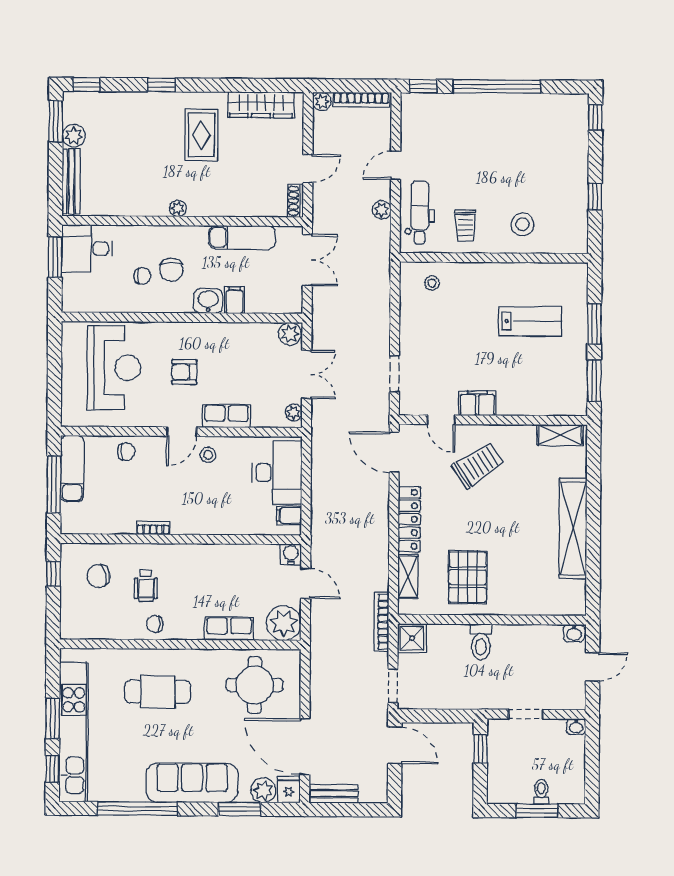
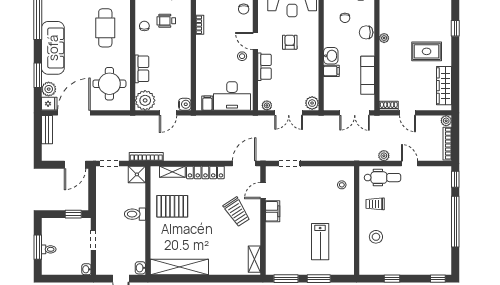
chair: (171, 270) -> (366, 32), moved
shelving: (573, 529) -> (179, 267), moved

